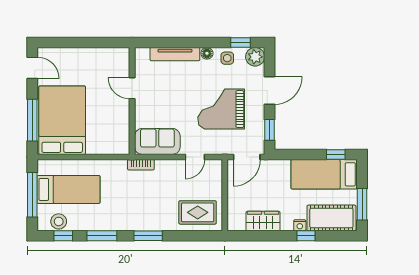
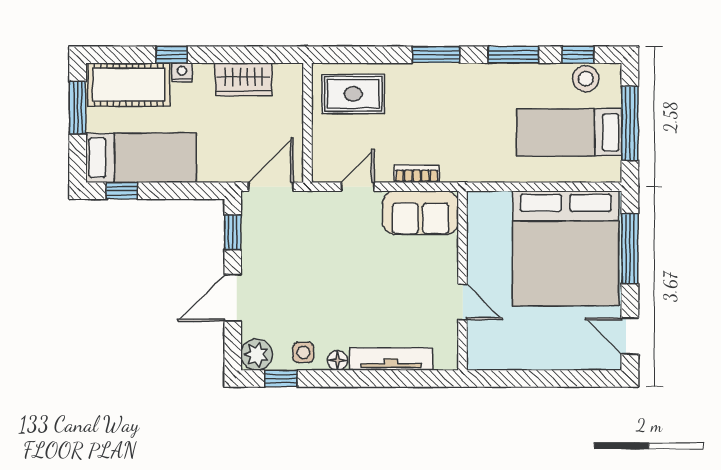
grand piano: (221, 109) -> (314, 267), removed
bed: (62, 120) -> (566, 248), width x1.36
bookcase: (141, 165) -> (417, 174), moved

